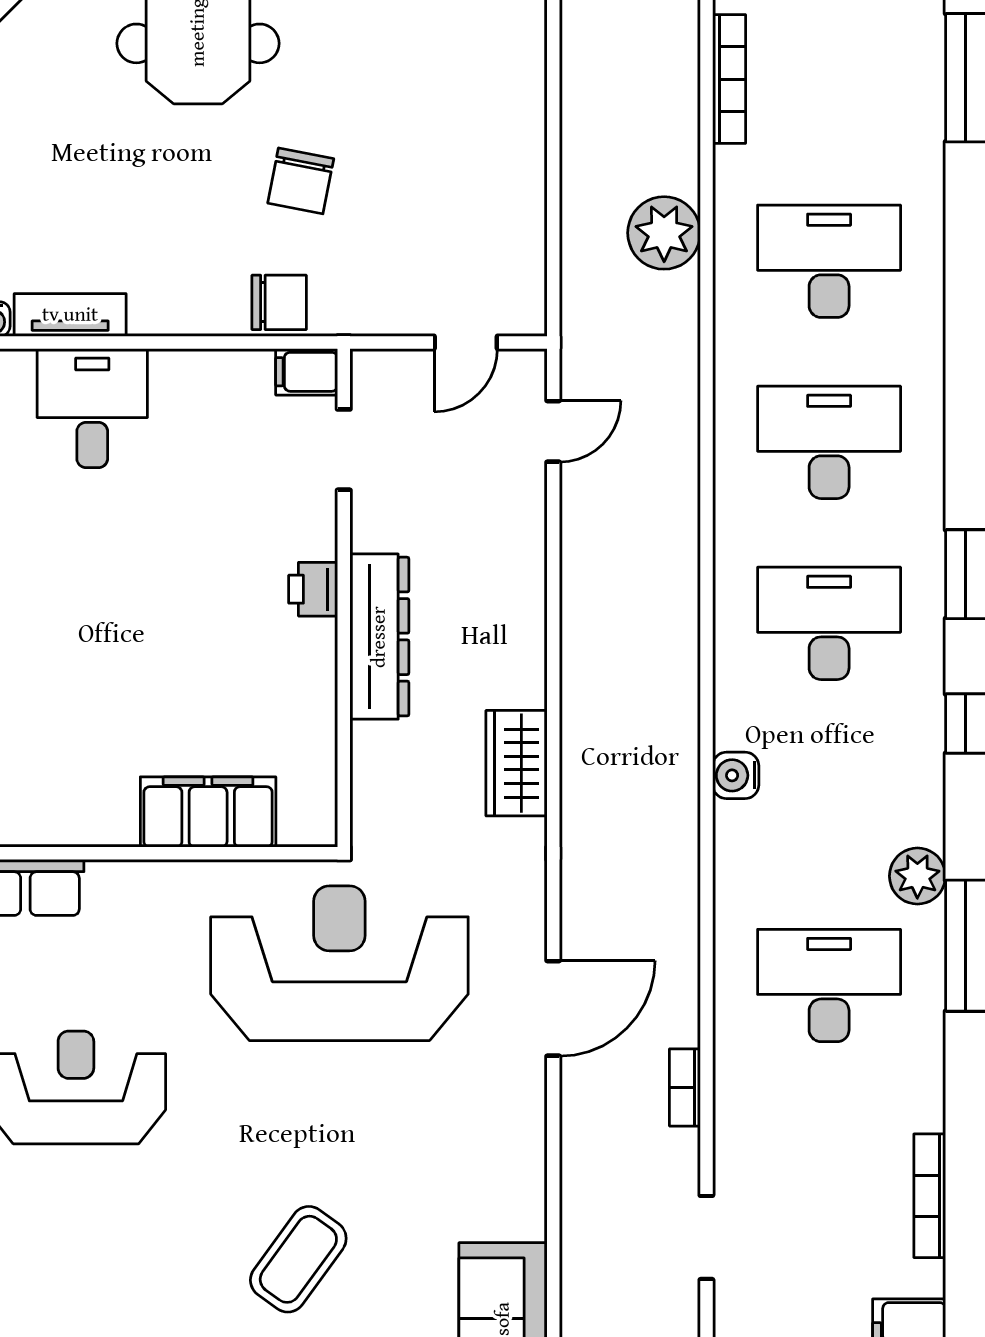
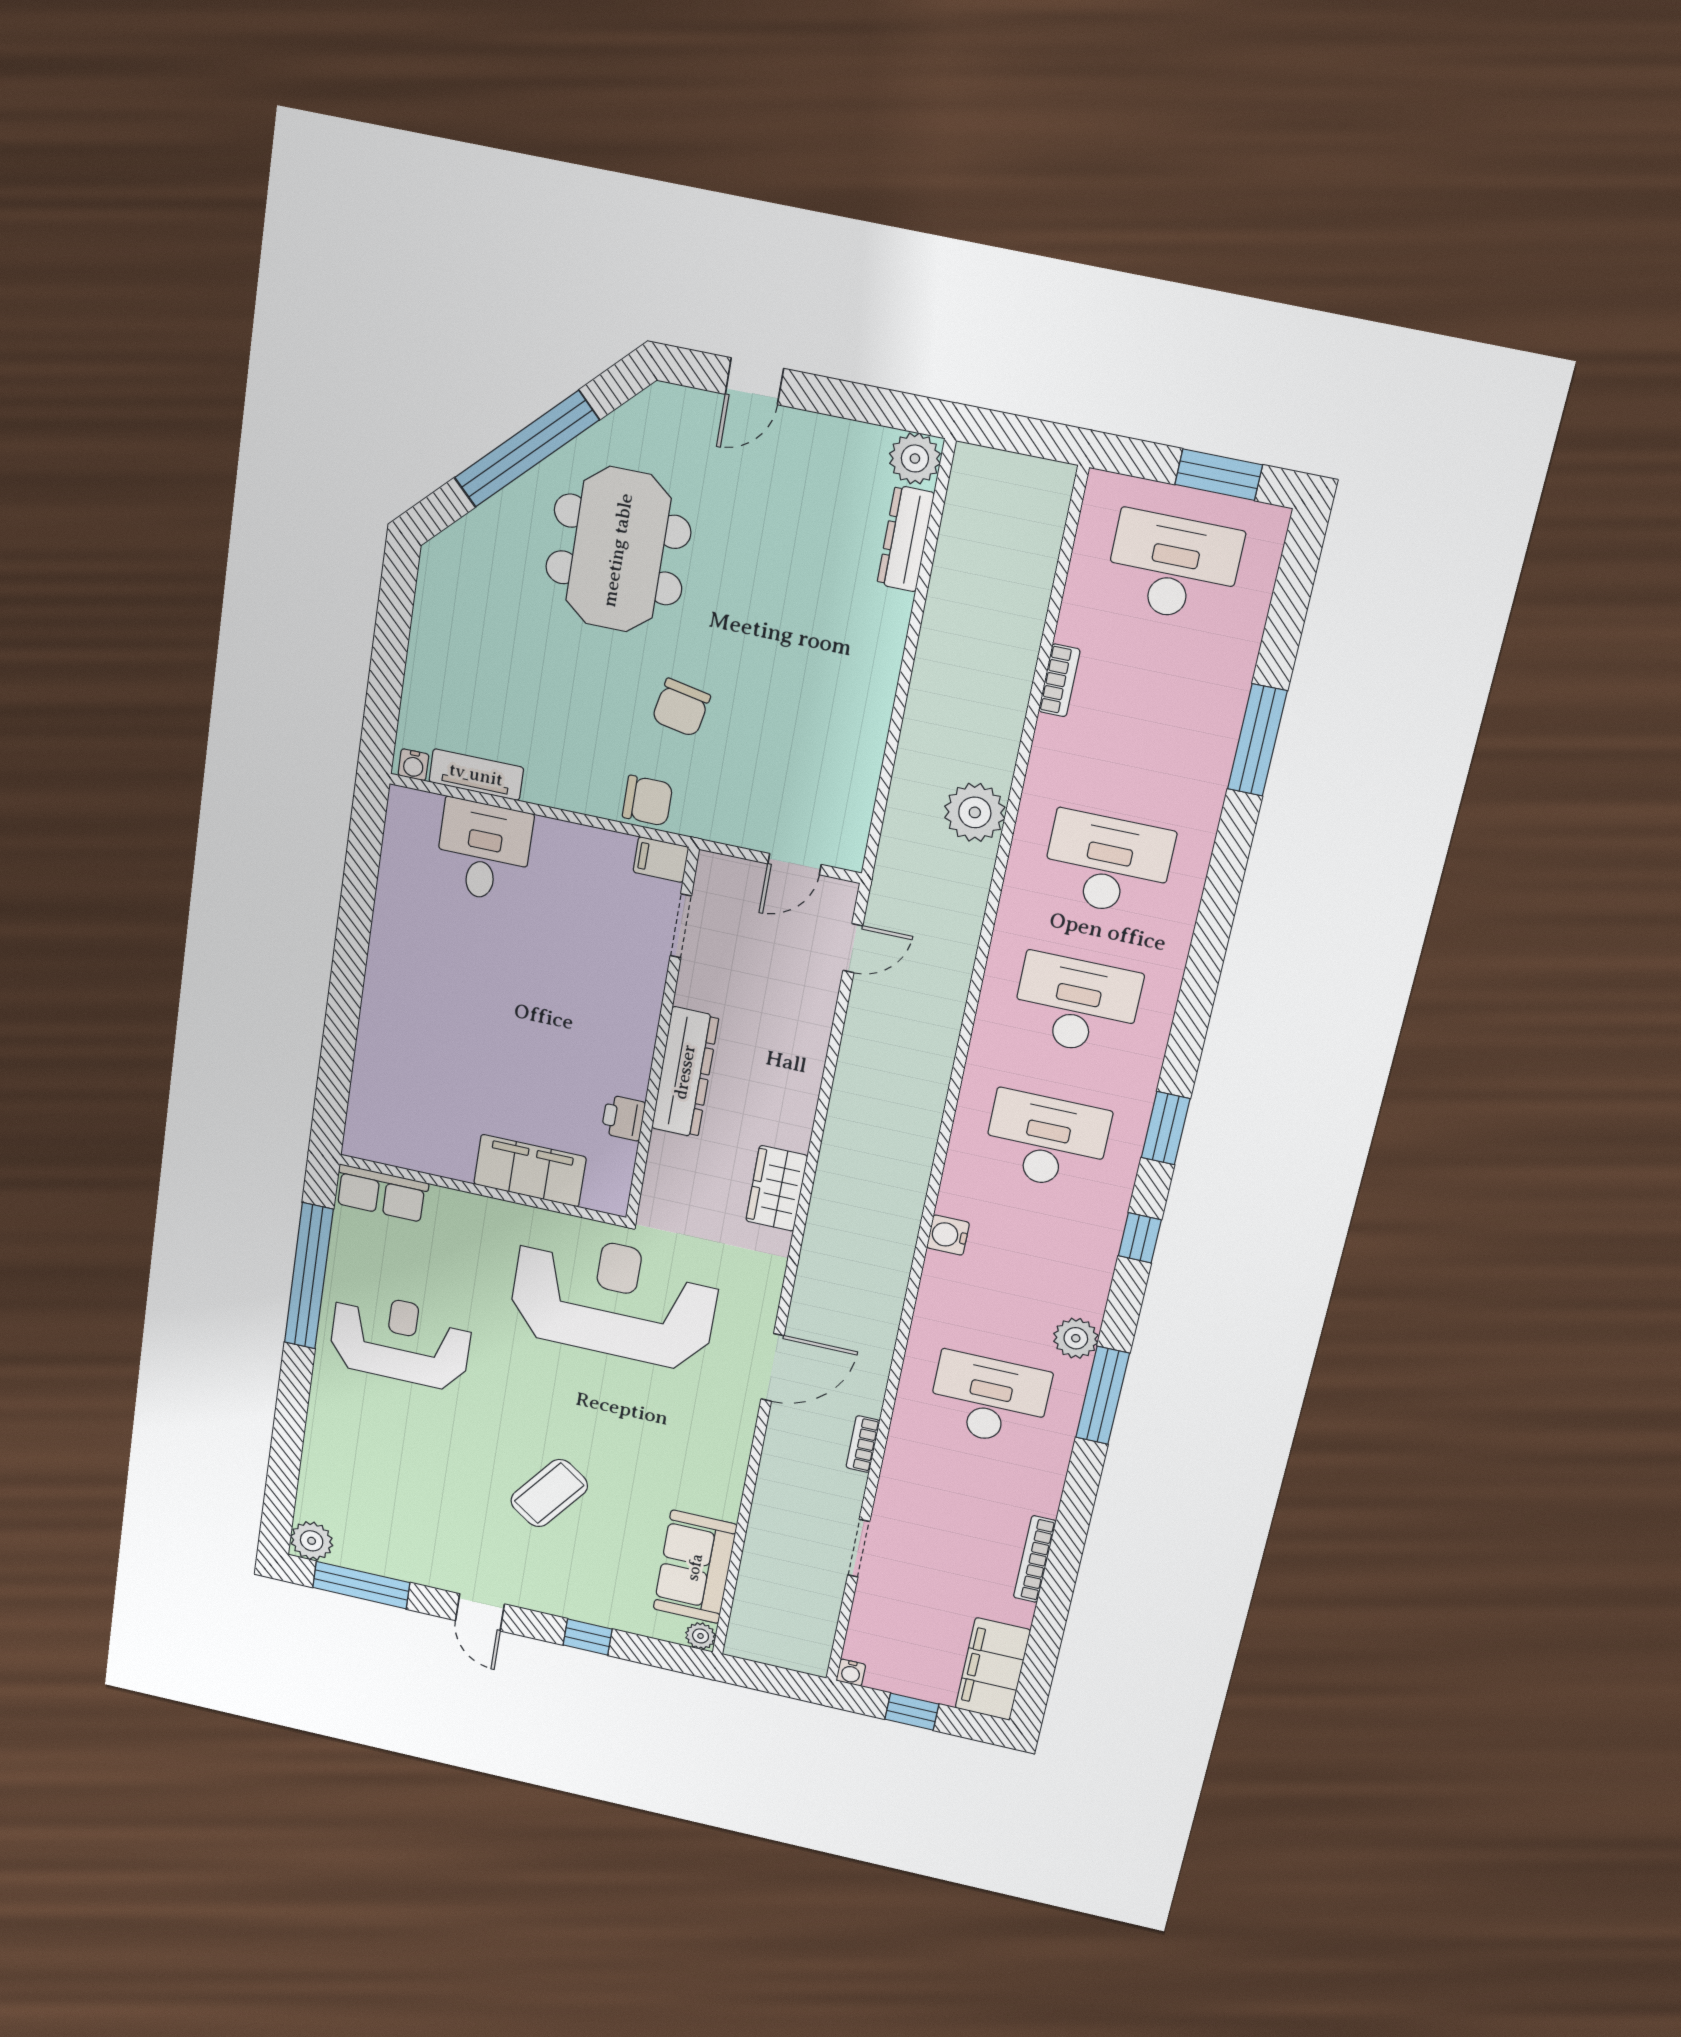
bookcase: (729, 79) -> (1059, 680), width x0.64
printer: (313, 589) -> (623, 1118), moved

